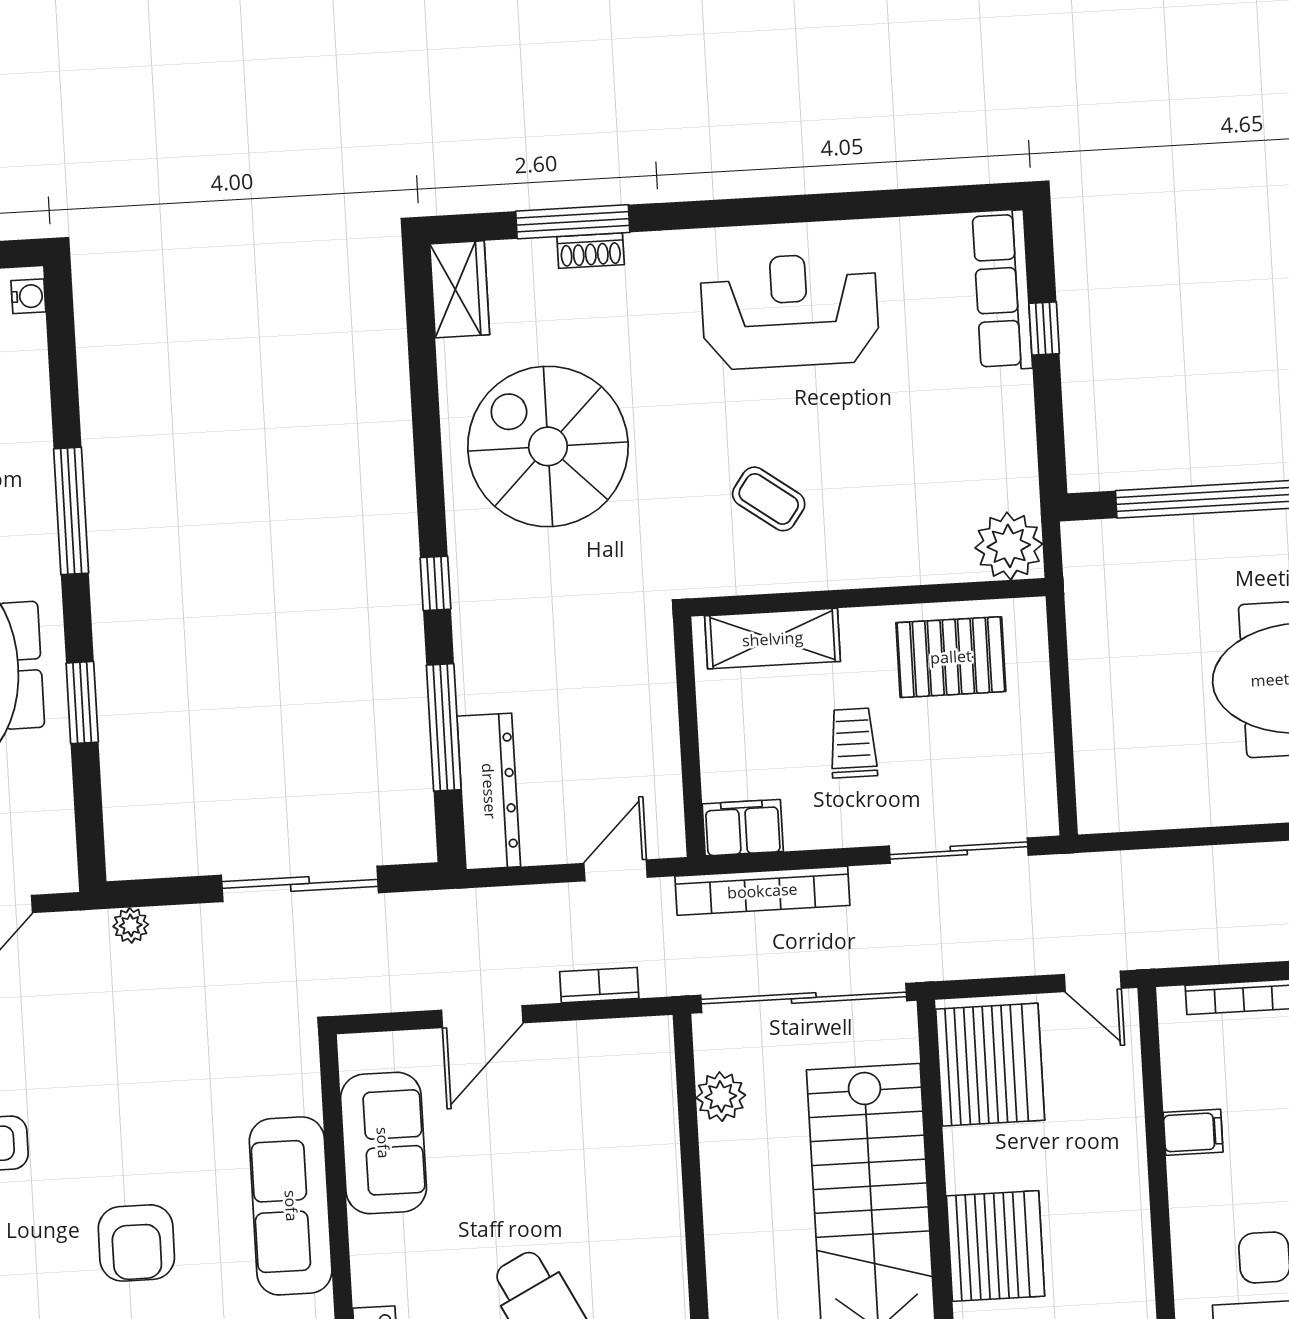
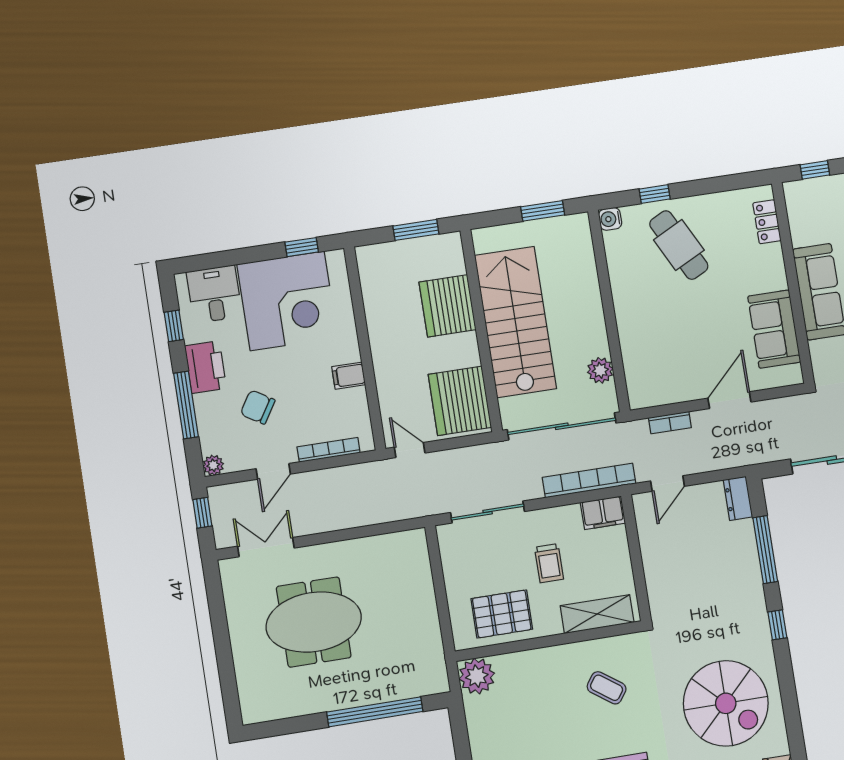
dresser: (489, 791) -> (738, 498), width x0.51, depth x0.80

